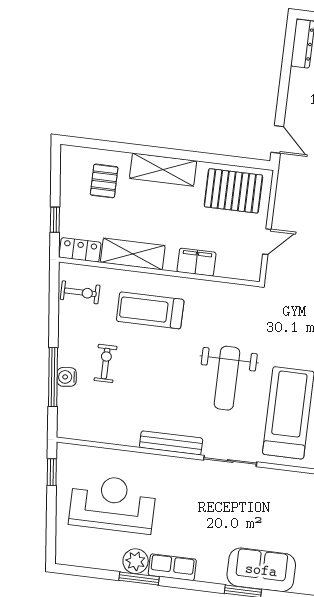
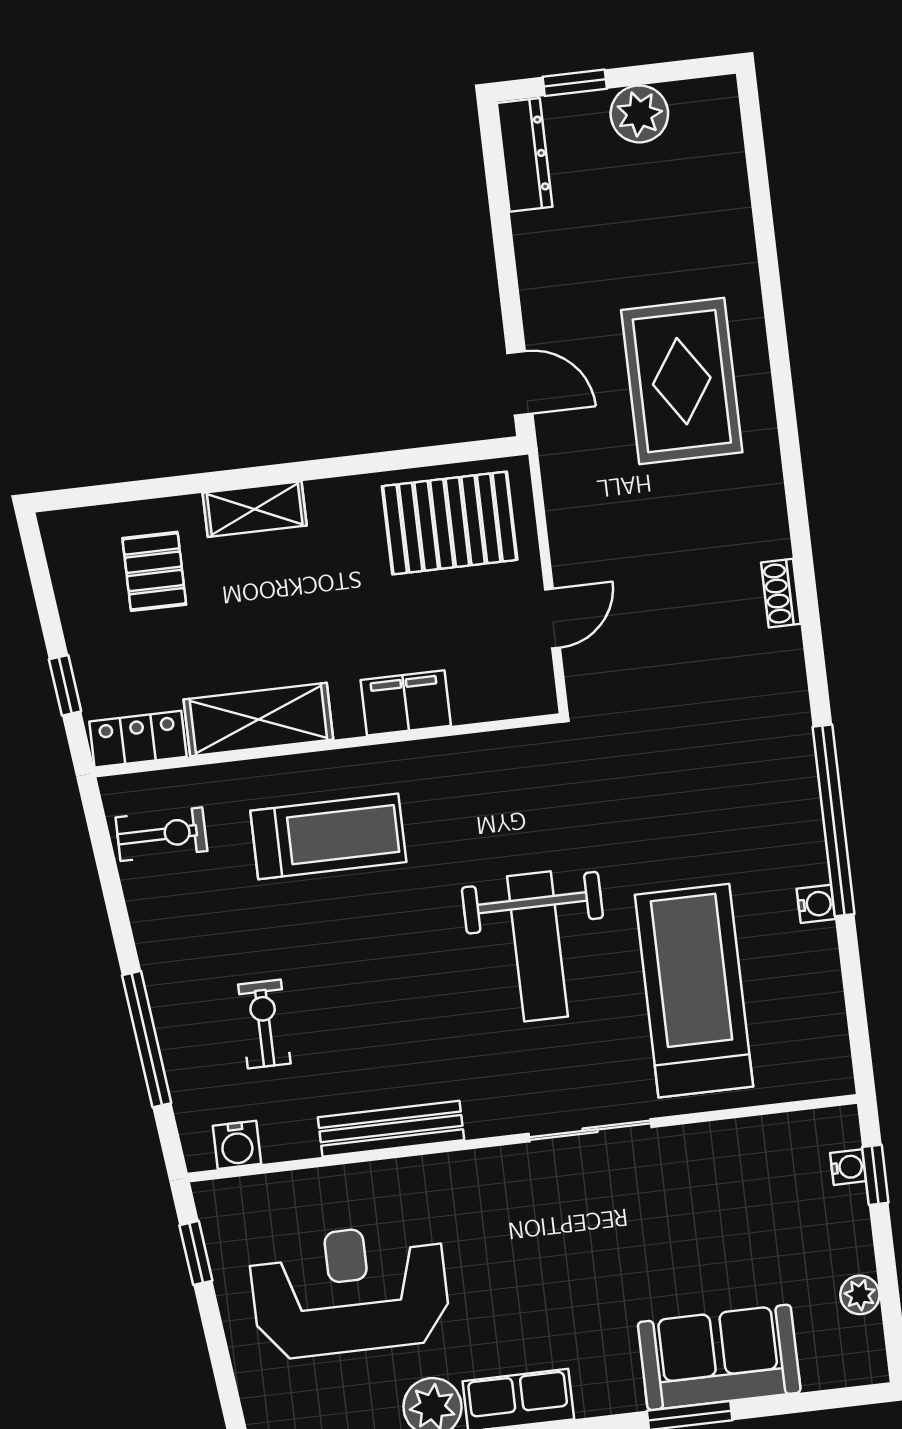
shelving: (163, 170) -> (255, 509), width x0.67, depth x0.75
treadmill: (150, 310) -> (328, 836), turned 180
exercise bike: (106, 363) -> (264, 1024), moved
water cooler: (67, 377) -> (237, 1145), moved, turned -84
bench: (171, 443) -> (391, 1129), moved

